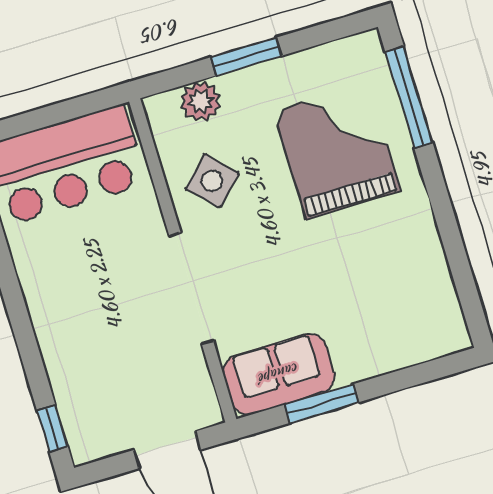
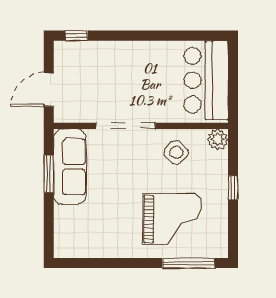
window: (246, 57) -> (233, 188), width x0.67
plant: (200, 101) -> (218, 139), moved
sofa: (279, 374) -> (70, 167), width x1.36

